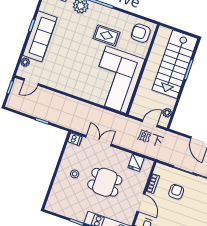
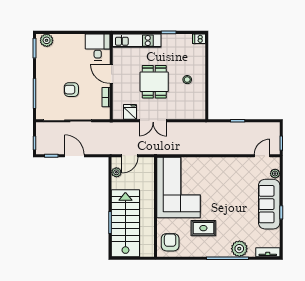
armchair: (141, 33) -> (170, 242), turned -90
dishwasher: (75, 139) -> (199, 39), moved
double door: (99, 141) -> (153, 121), moved
dining table: (105, 182) -> (154, 82), turned 90
armchair: (176, 192) -> (71, 90), moved, turned 90

